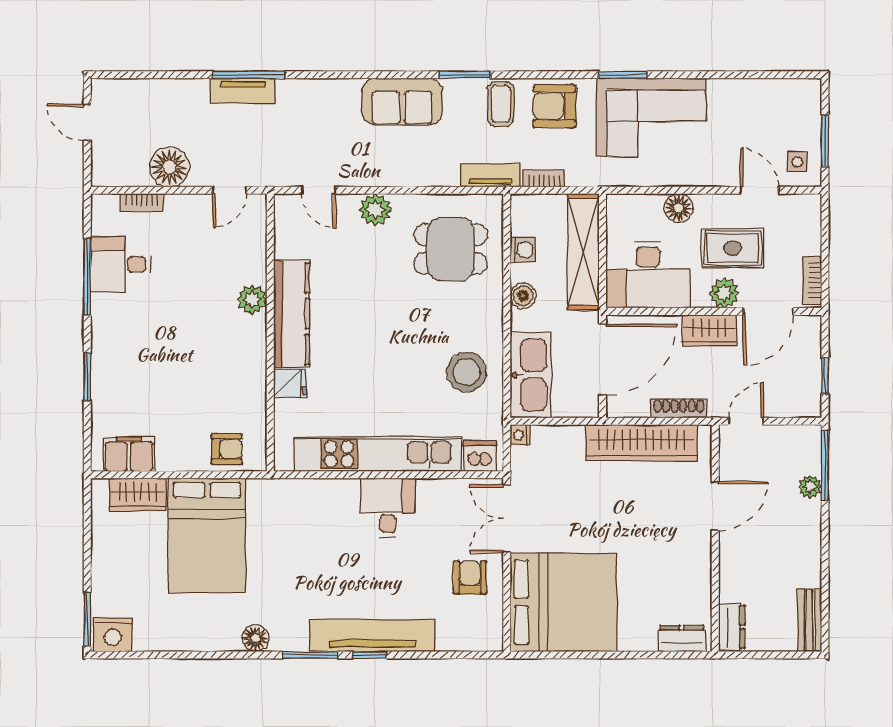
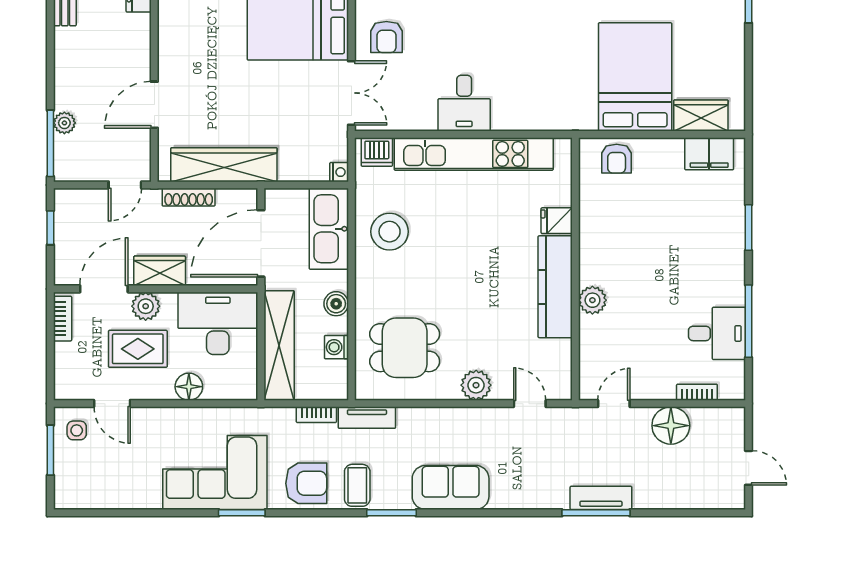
armchair: (227, 449) -> (617, 159), turned -90

